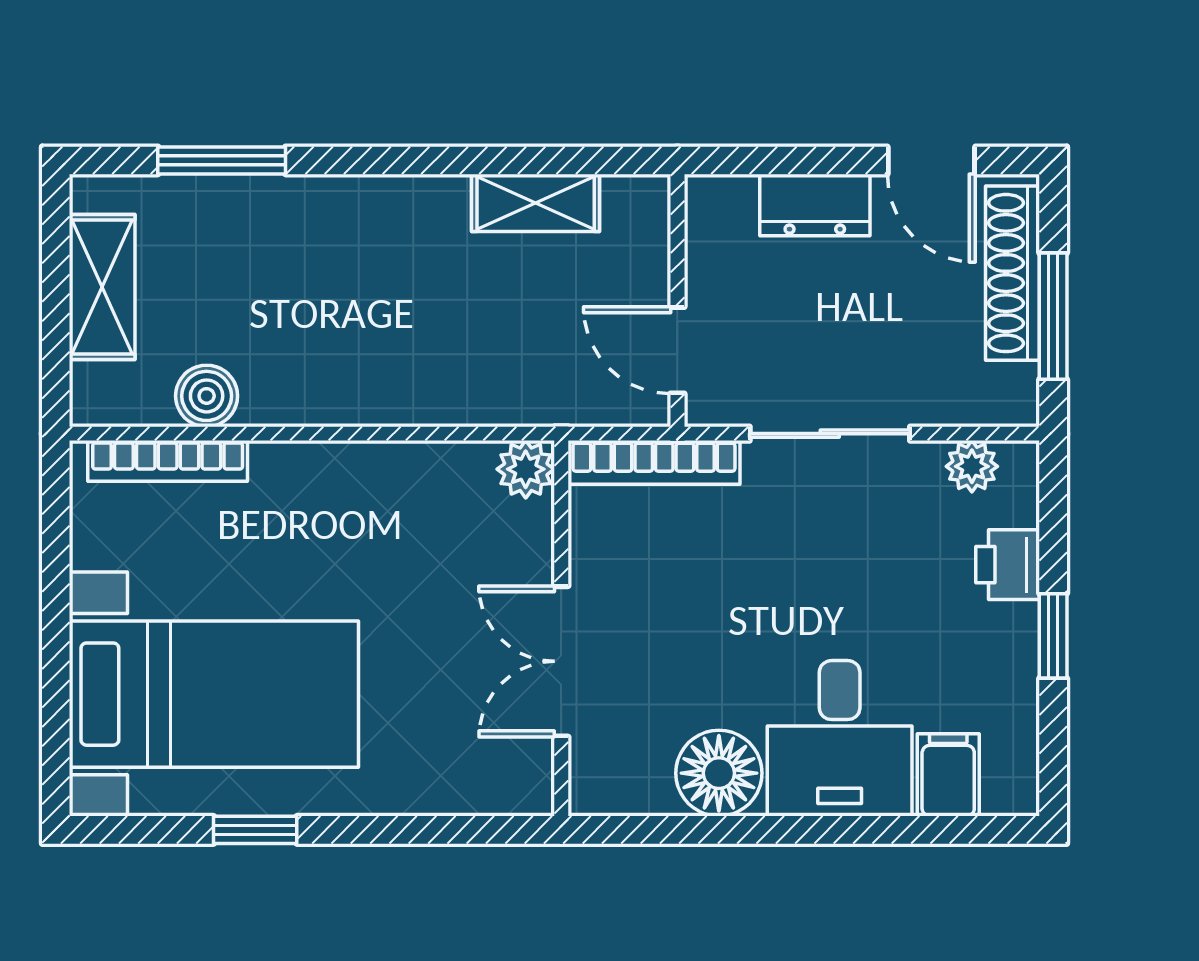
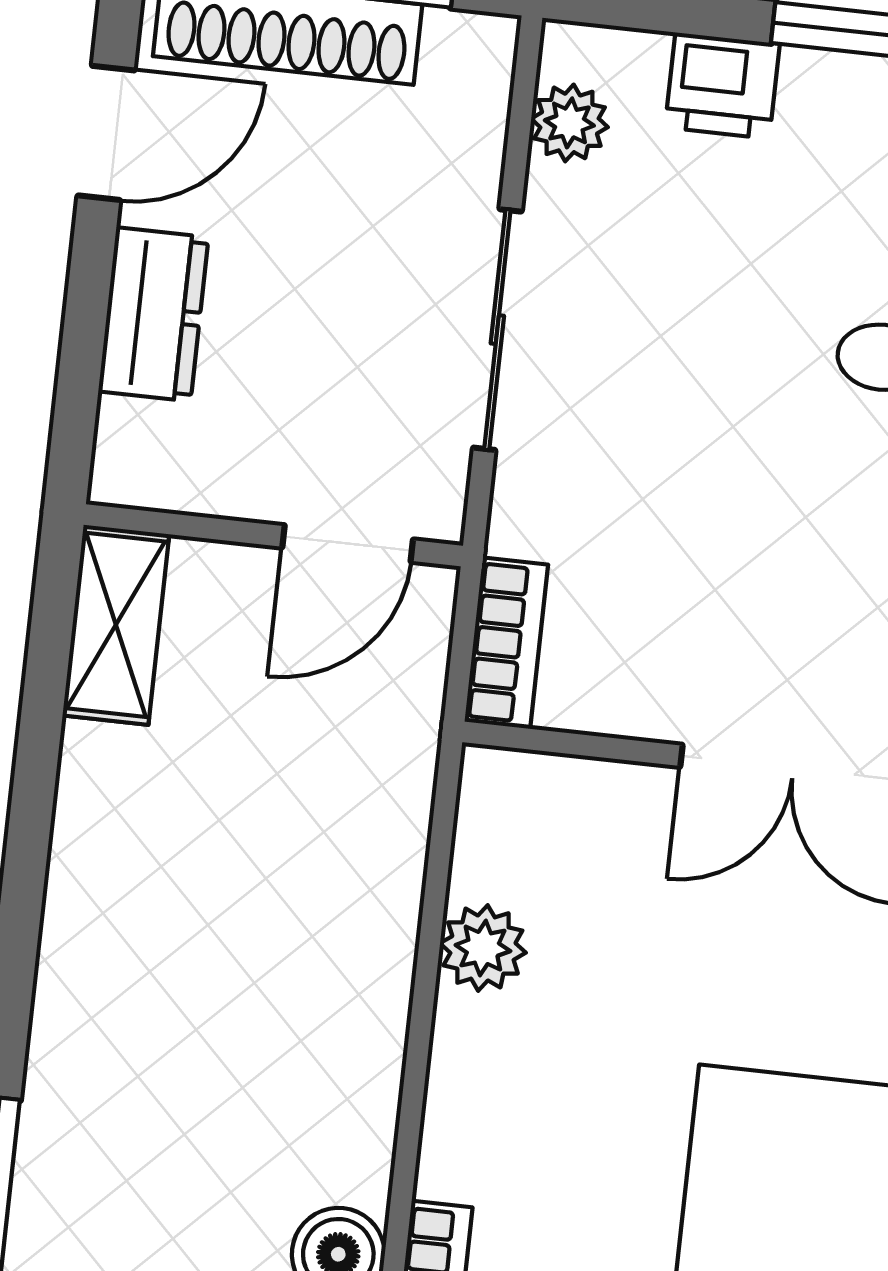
shelving: (536, 203) -> (116, 625), moved
bookcase: (654, 462) -> (506, 643), width x0.64
plant: (526, 469) -> (483, 948), moved

